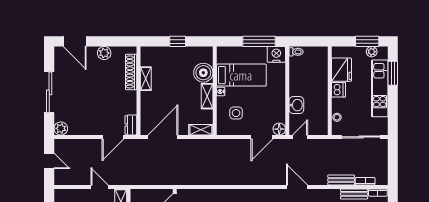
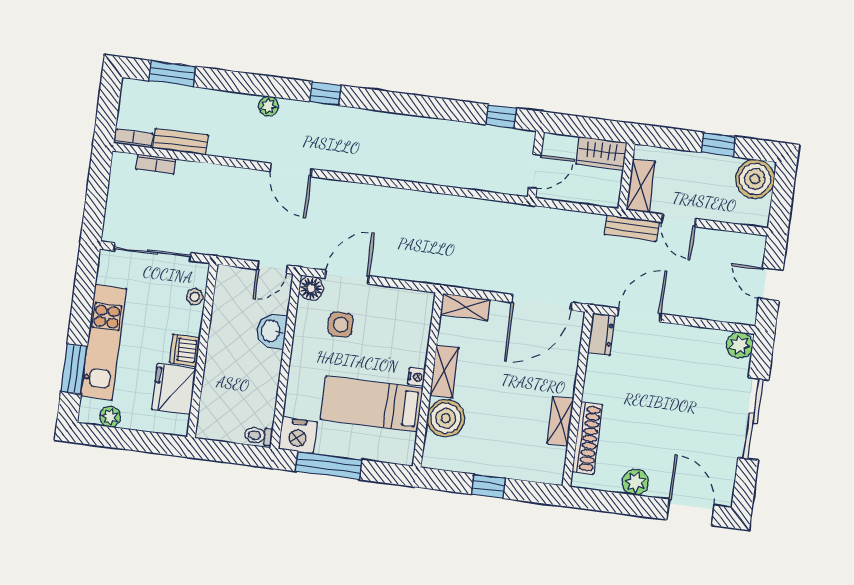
window: (367, 41) -> (116, 438), removed
side table: (236, 113) -> (341, 325), moved
bench: (341, 180) -> (632, 228), moved

